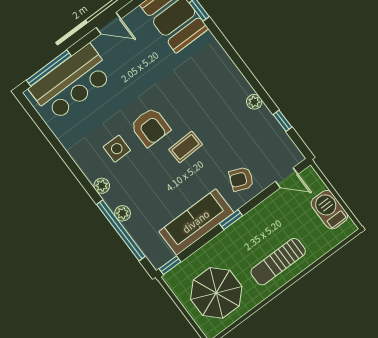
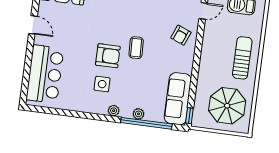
door: (108, 23) -> (33, 25), hinge flipped
window: (49, 68) -> (26, 78), removed
window: (231, 220) -> (197, 61), removed
sofa: (196, 222) -> (178, 99), moved
sun lounger: (278, 262) -> (242, 58), turned 180

